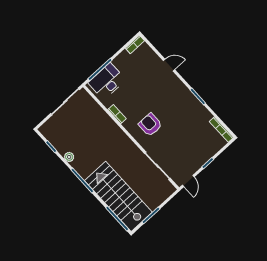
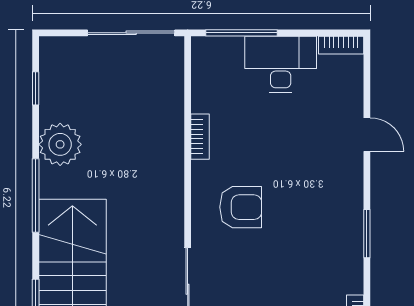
desk: (107, 81) -> (281, 64), moved
armchair: (150, 125) -> (241, 207), turned 90
plant: (69, 157) -> (60, 144), width x1.88, depth x1.88

